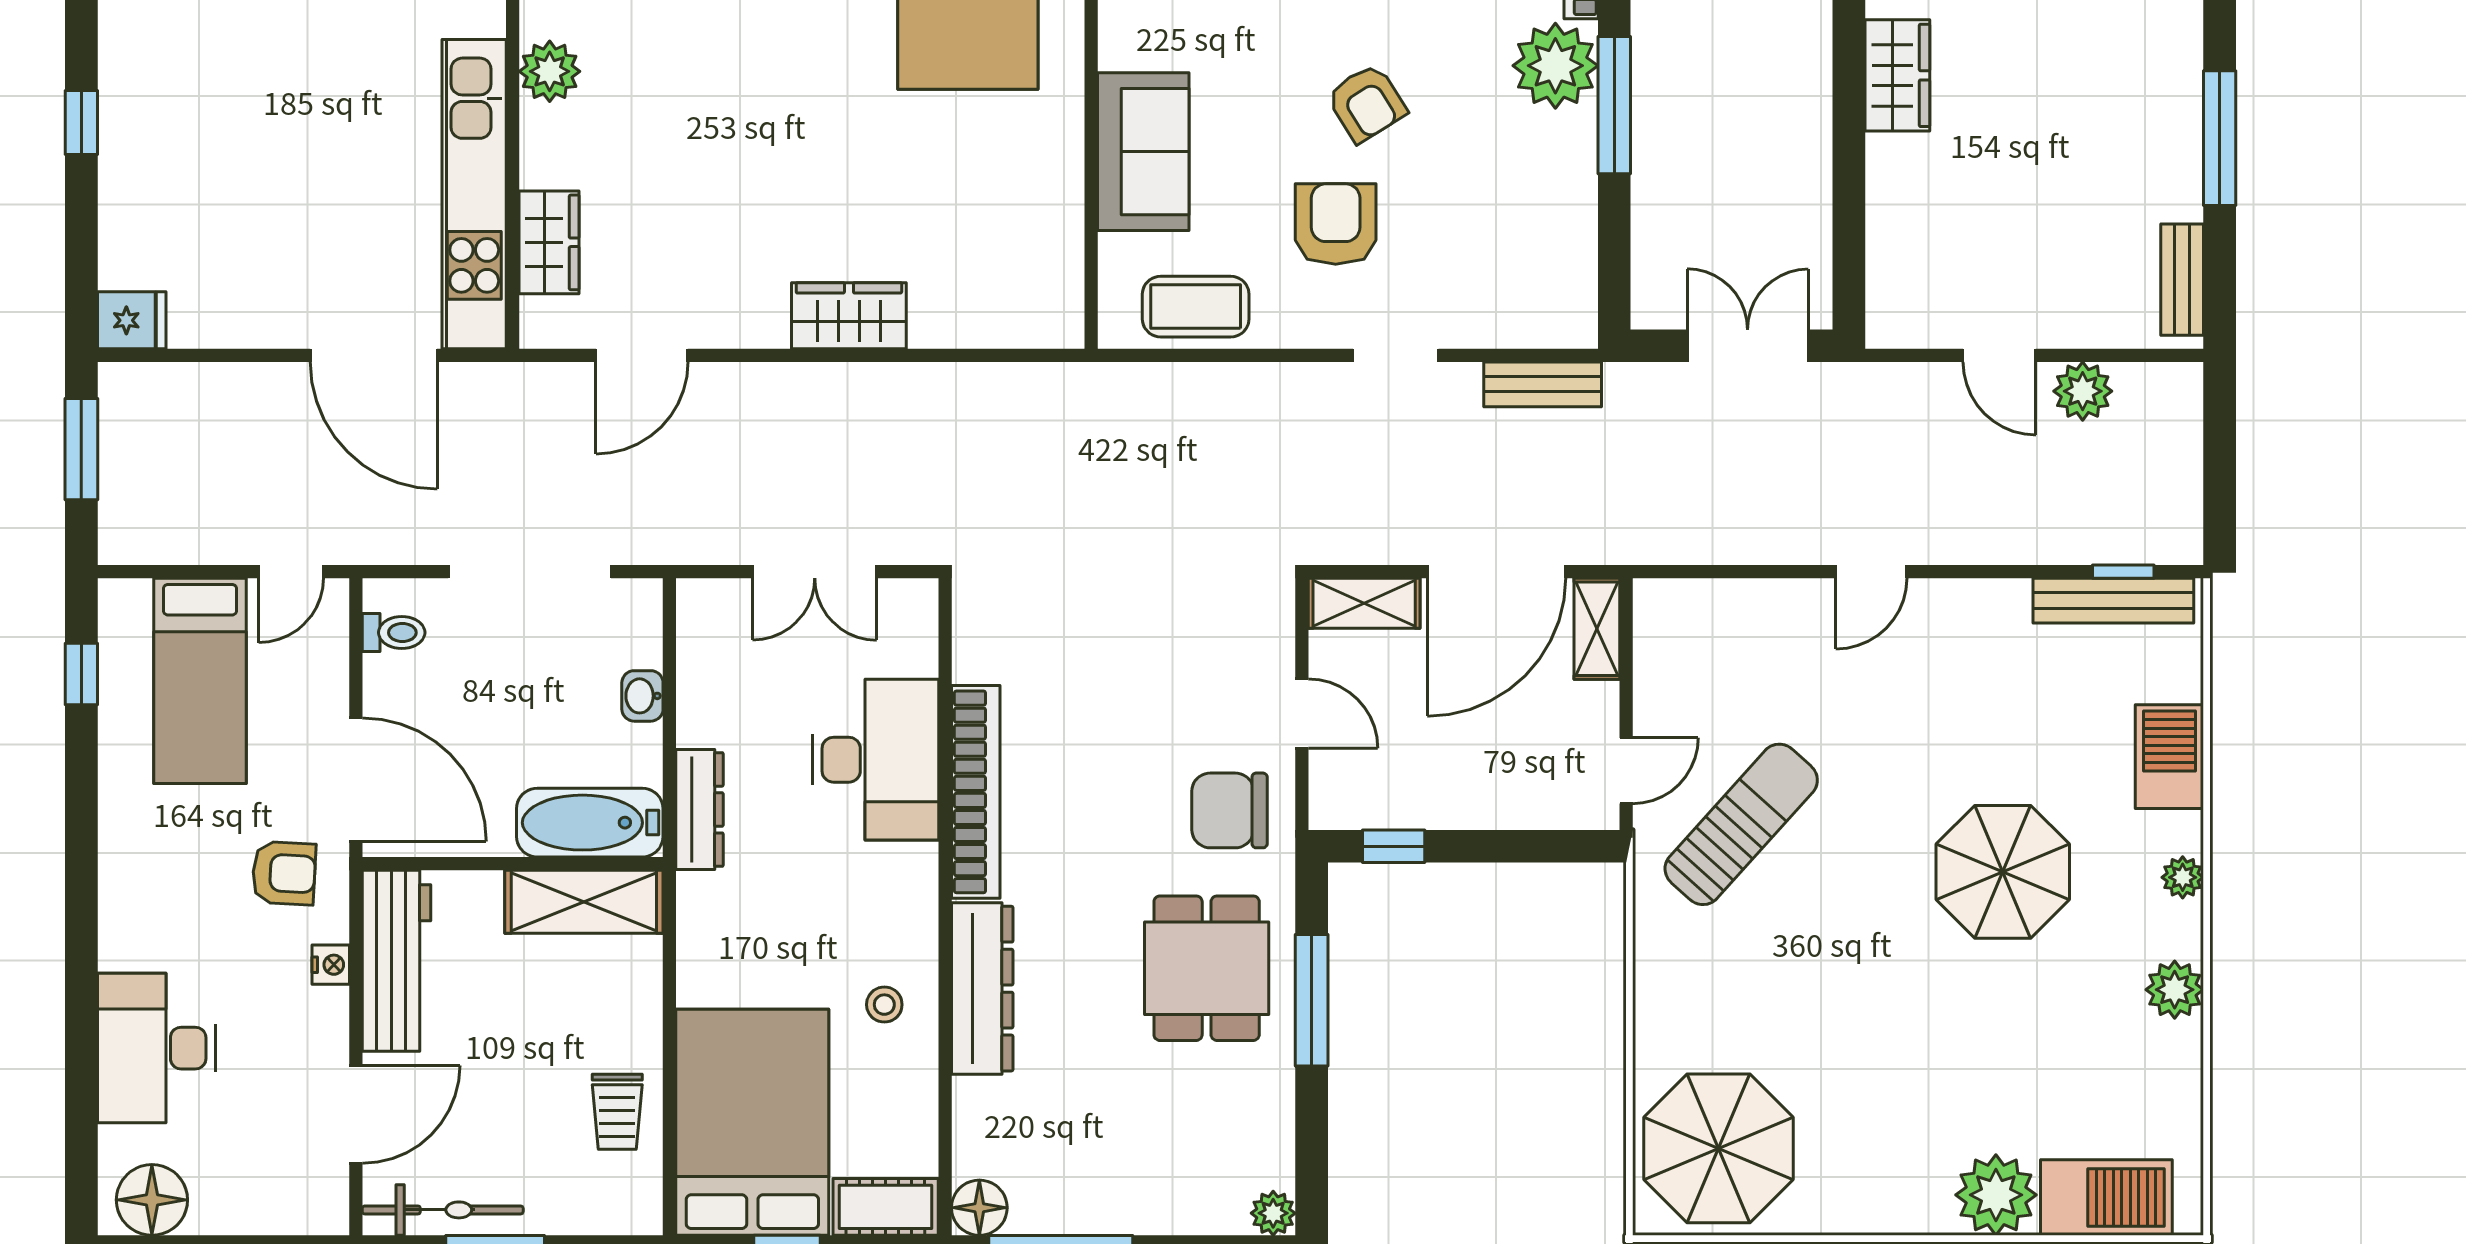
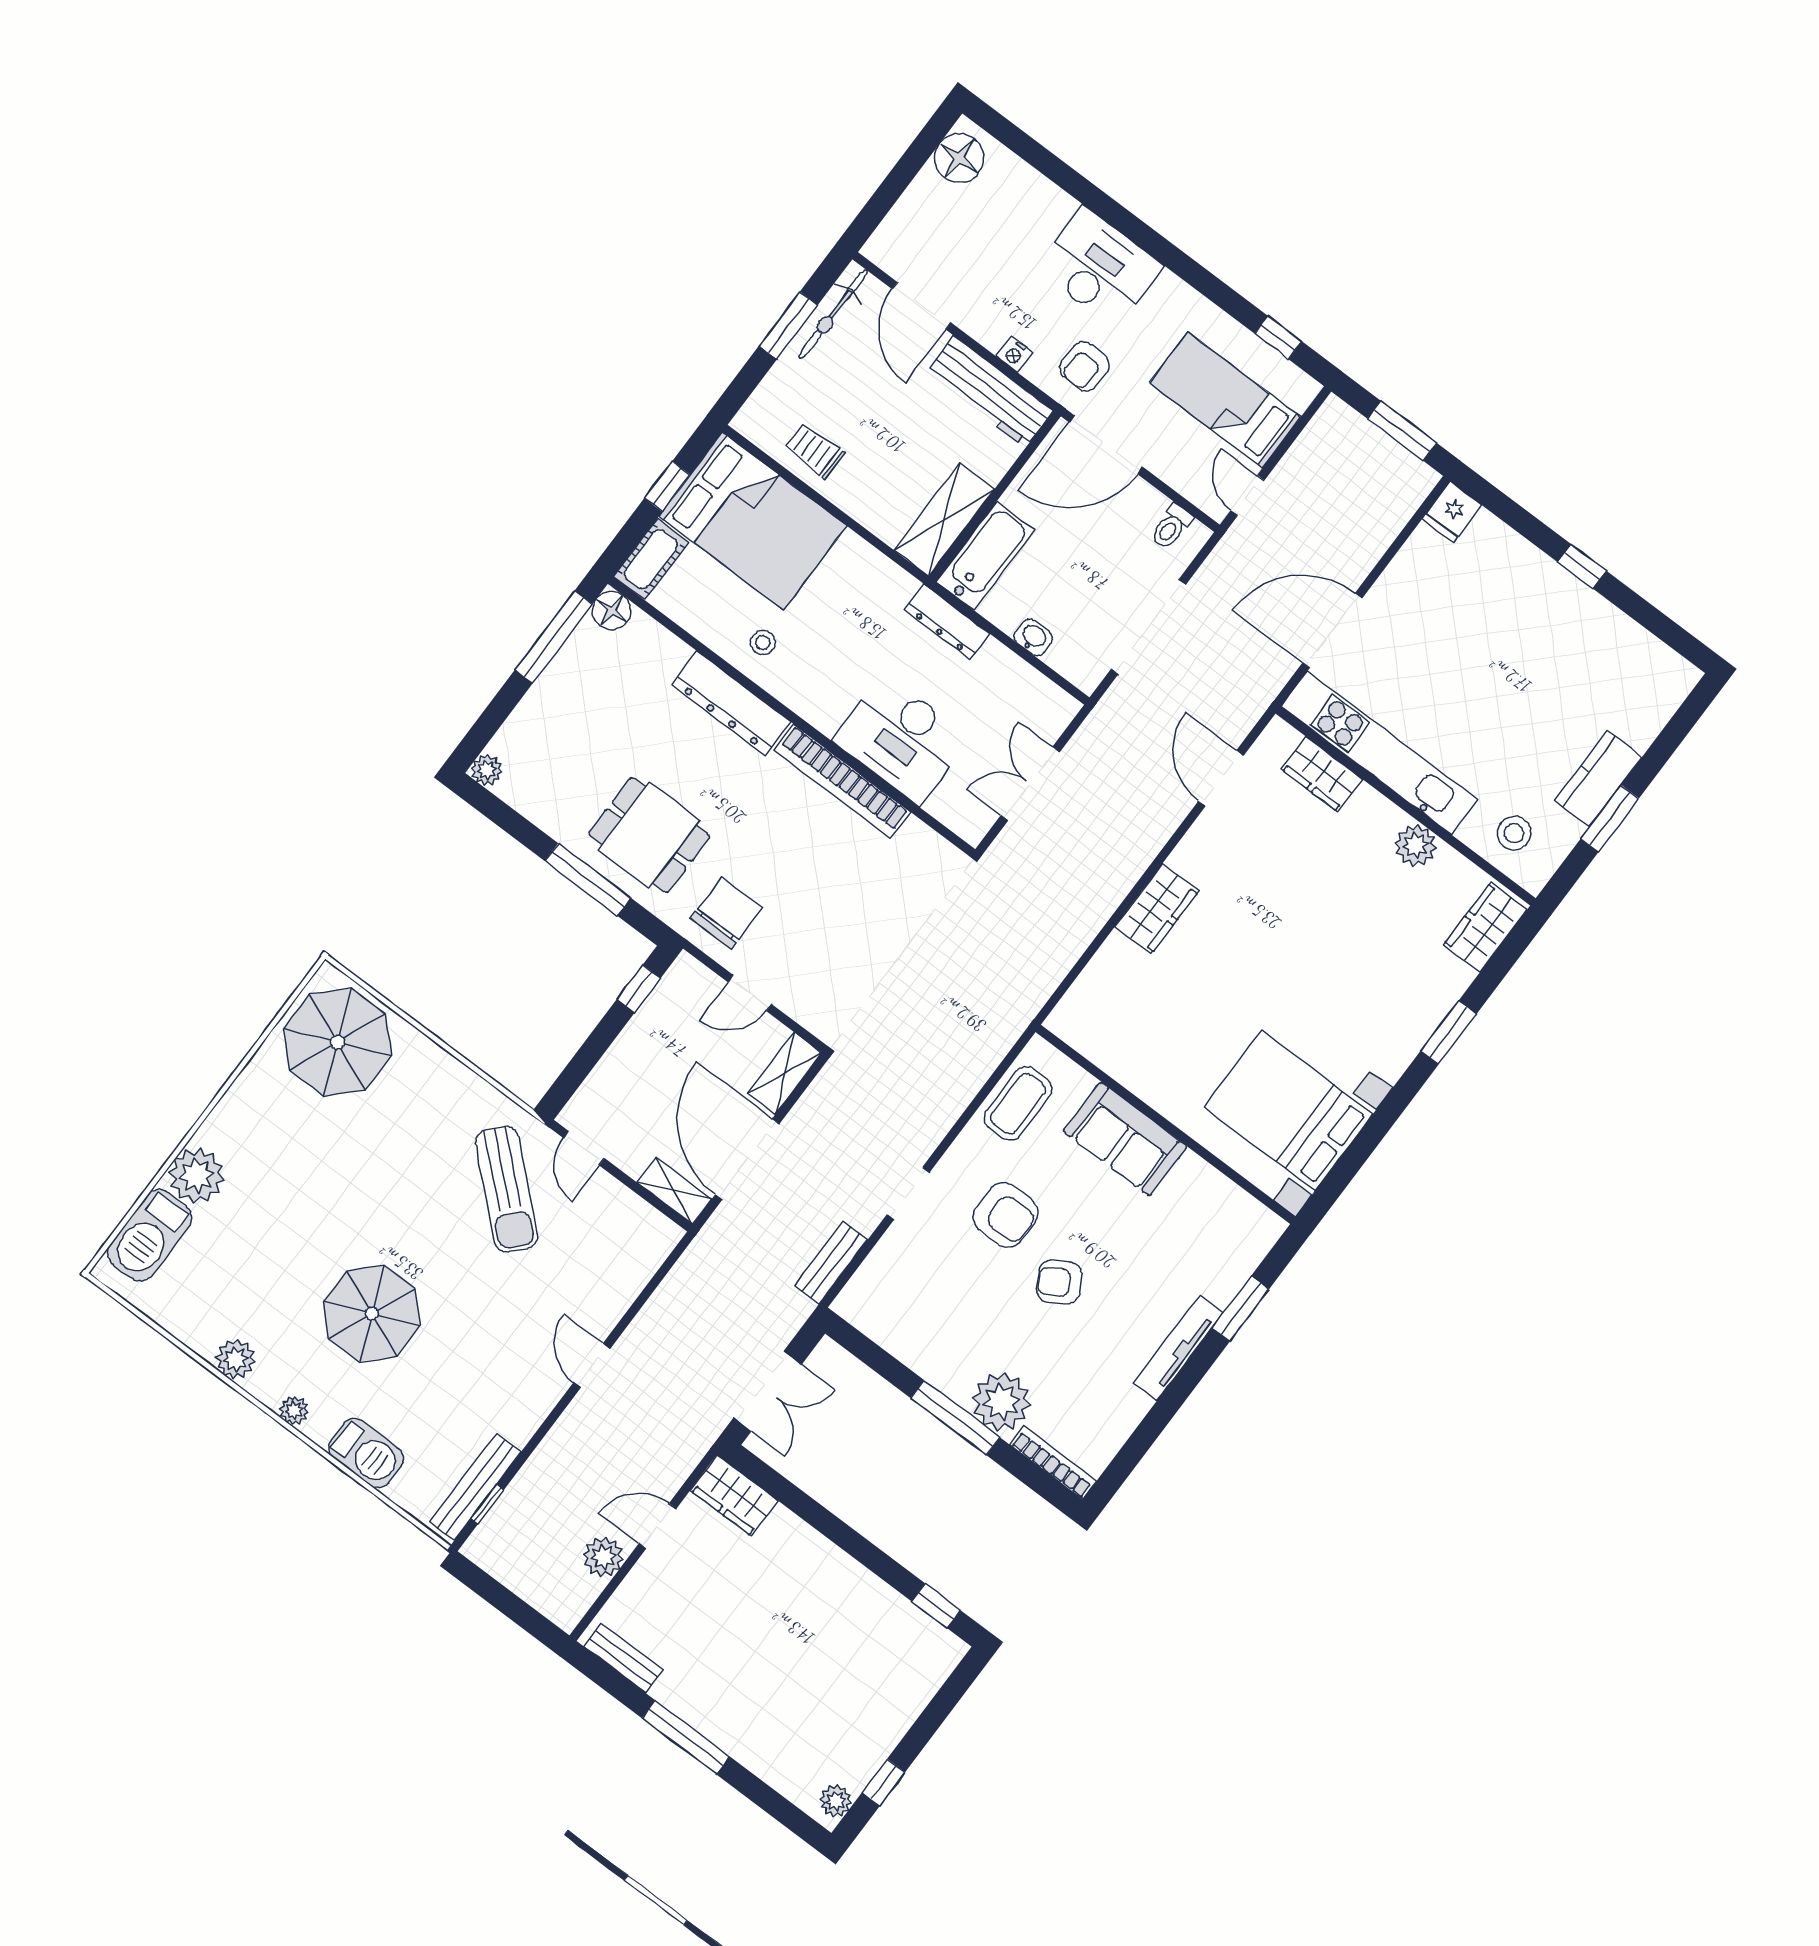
wardrobe: (1897, 75) -> (734, 1496), moved
desk: (156, 1048) -> (1099, 267), moved

